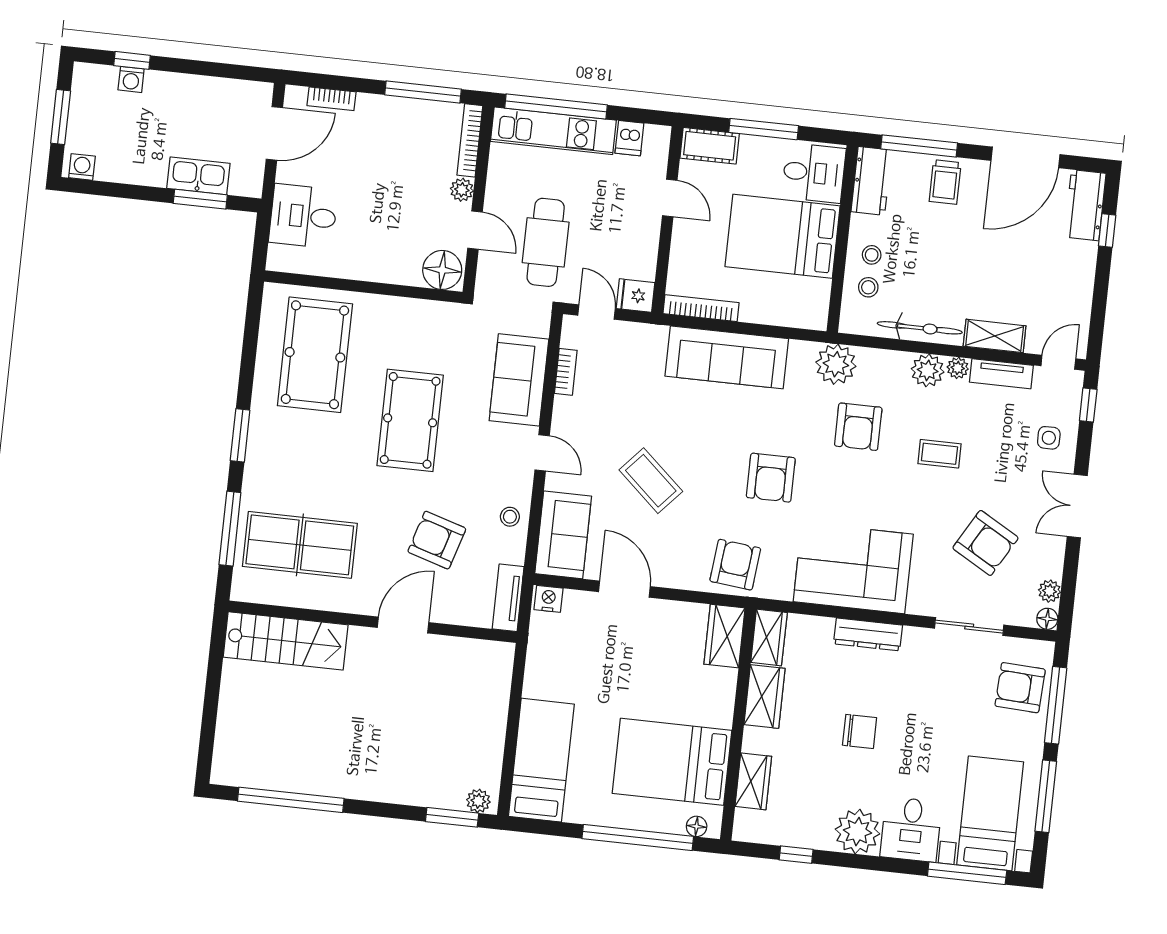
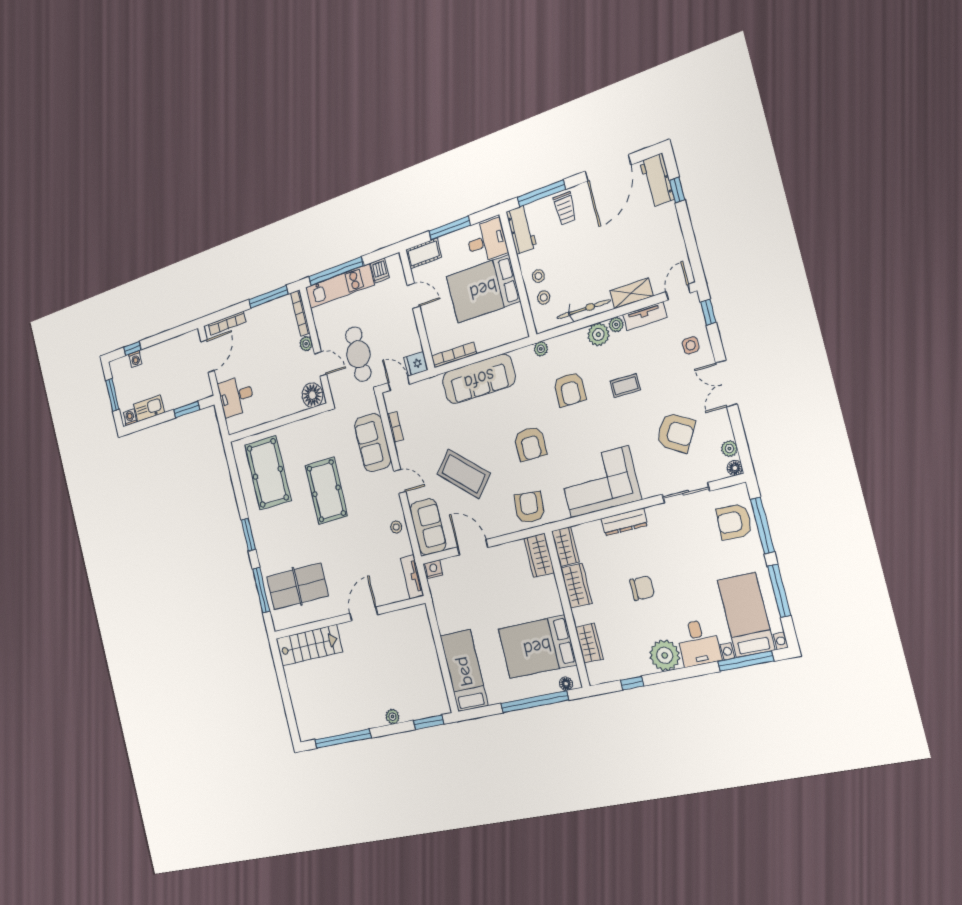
bookcase: (332, 99) -> (227, 323), width x1.56
kitchen sink: (198, 176) -> (149, 408), moved
plant: (836, 364) -> (541, 349), width x0.53, depth x0.53
coffee table: (651, 481) -> (464, 474), width x1.36, depth x1.32
armchair: (437, 540) -> (364, 556), removed
plant: (478, 801) -> (392, 717), moved

